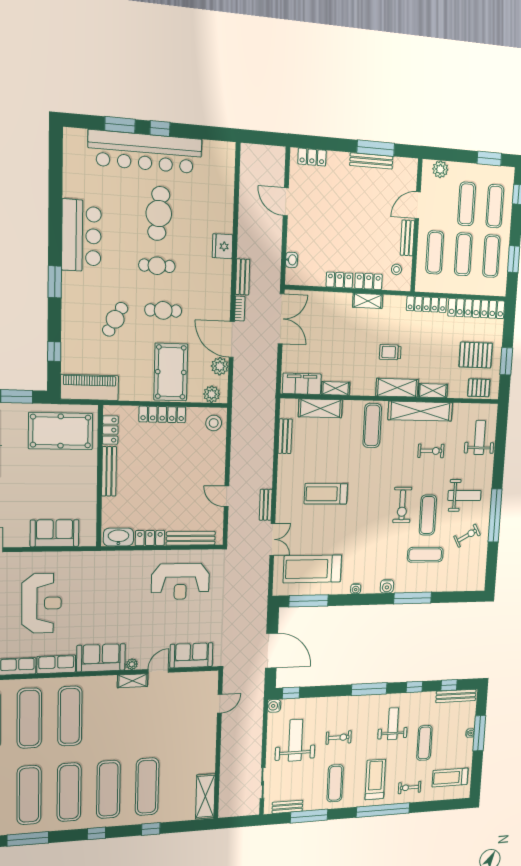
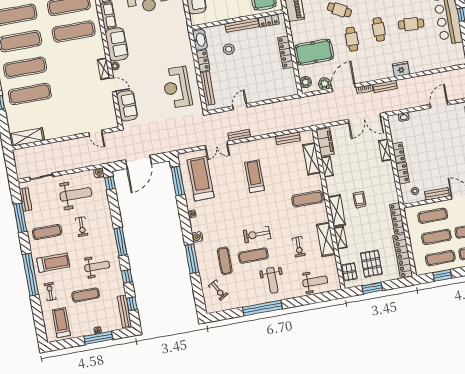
cafe table: (159, 214) -> (411, 24), width x0.73, depth x0.74
shelving: (368, 301) -> (385, 150), moved
shelving: (420, 411) -> (326, 239), width x0.68
stool: (214, 423) -> (229, 49), moved
exercise bike: (467, 536) -> (218, 290), moved

